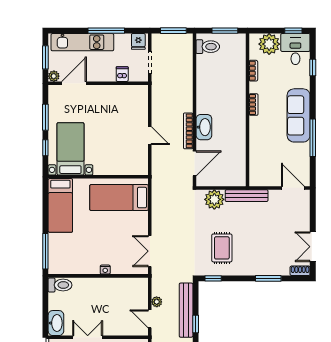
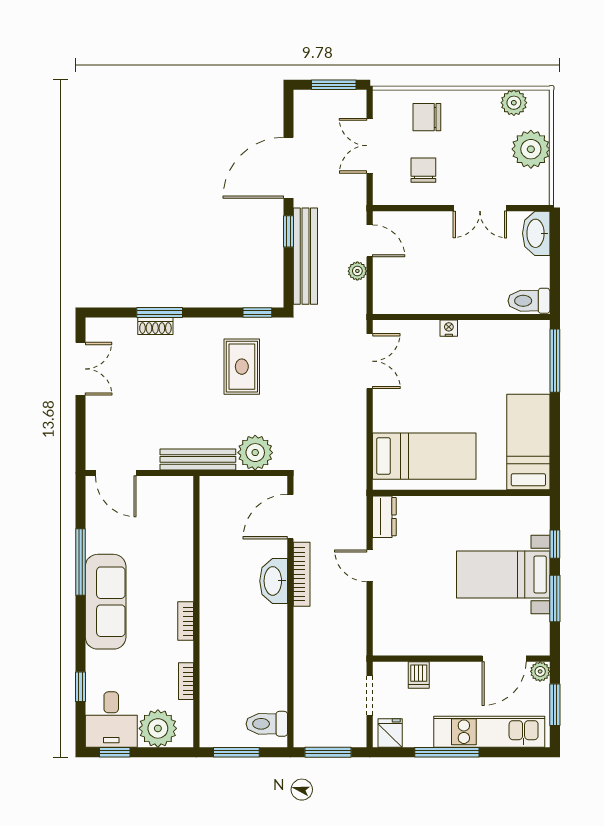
bed with nightstands: (70, 149) -> (503, 575), moved, turned 90
dresser: (141, 163) -> (384, 517), added
shoe rack: (300, 271) -> (155, 326), moved

